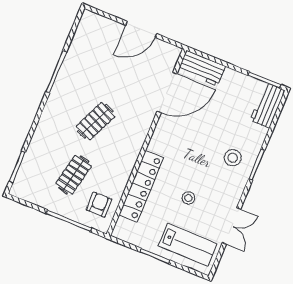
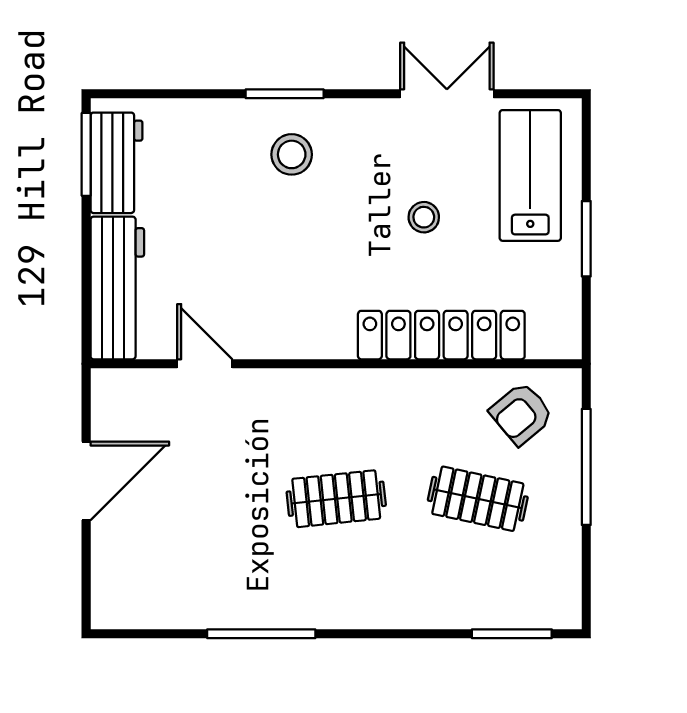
door: (141, 29) -> (86, 481), hinge flipped
workbench: (202, 68) -> (117, 288), width x1.38
door: (167, 92) -> (205, 364), width x0.53
workbench: (268, 105) -> (116, 163), moved, turned -90
clothes rail: (96, 121) -> (336, 499), turned -30
armchair: (99, 204) -> (521, 414), turned -40

